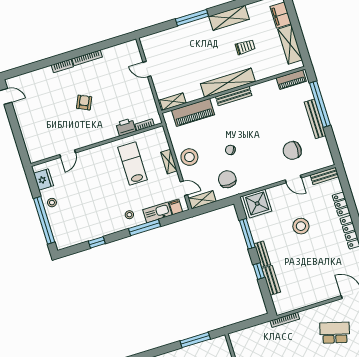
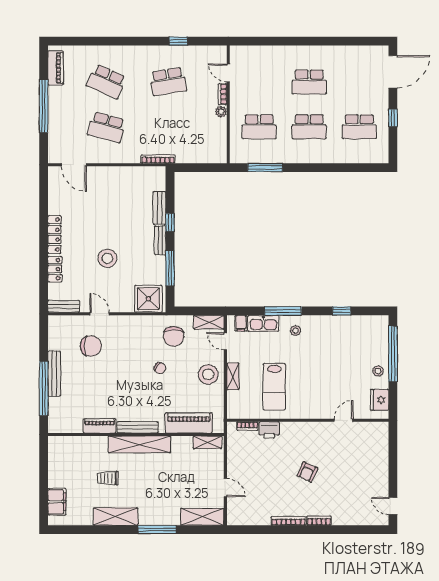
shelving: (290, 45) -> (202, 517), moved, turned 90
piano: (291, 80) -> (100, 426), moved

